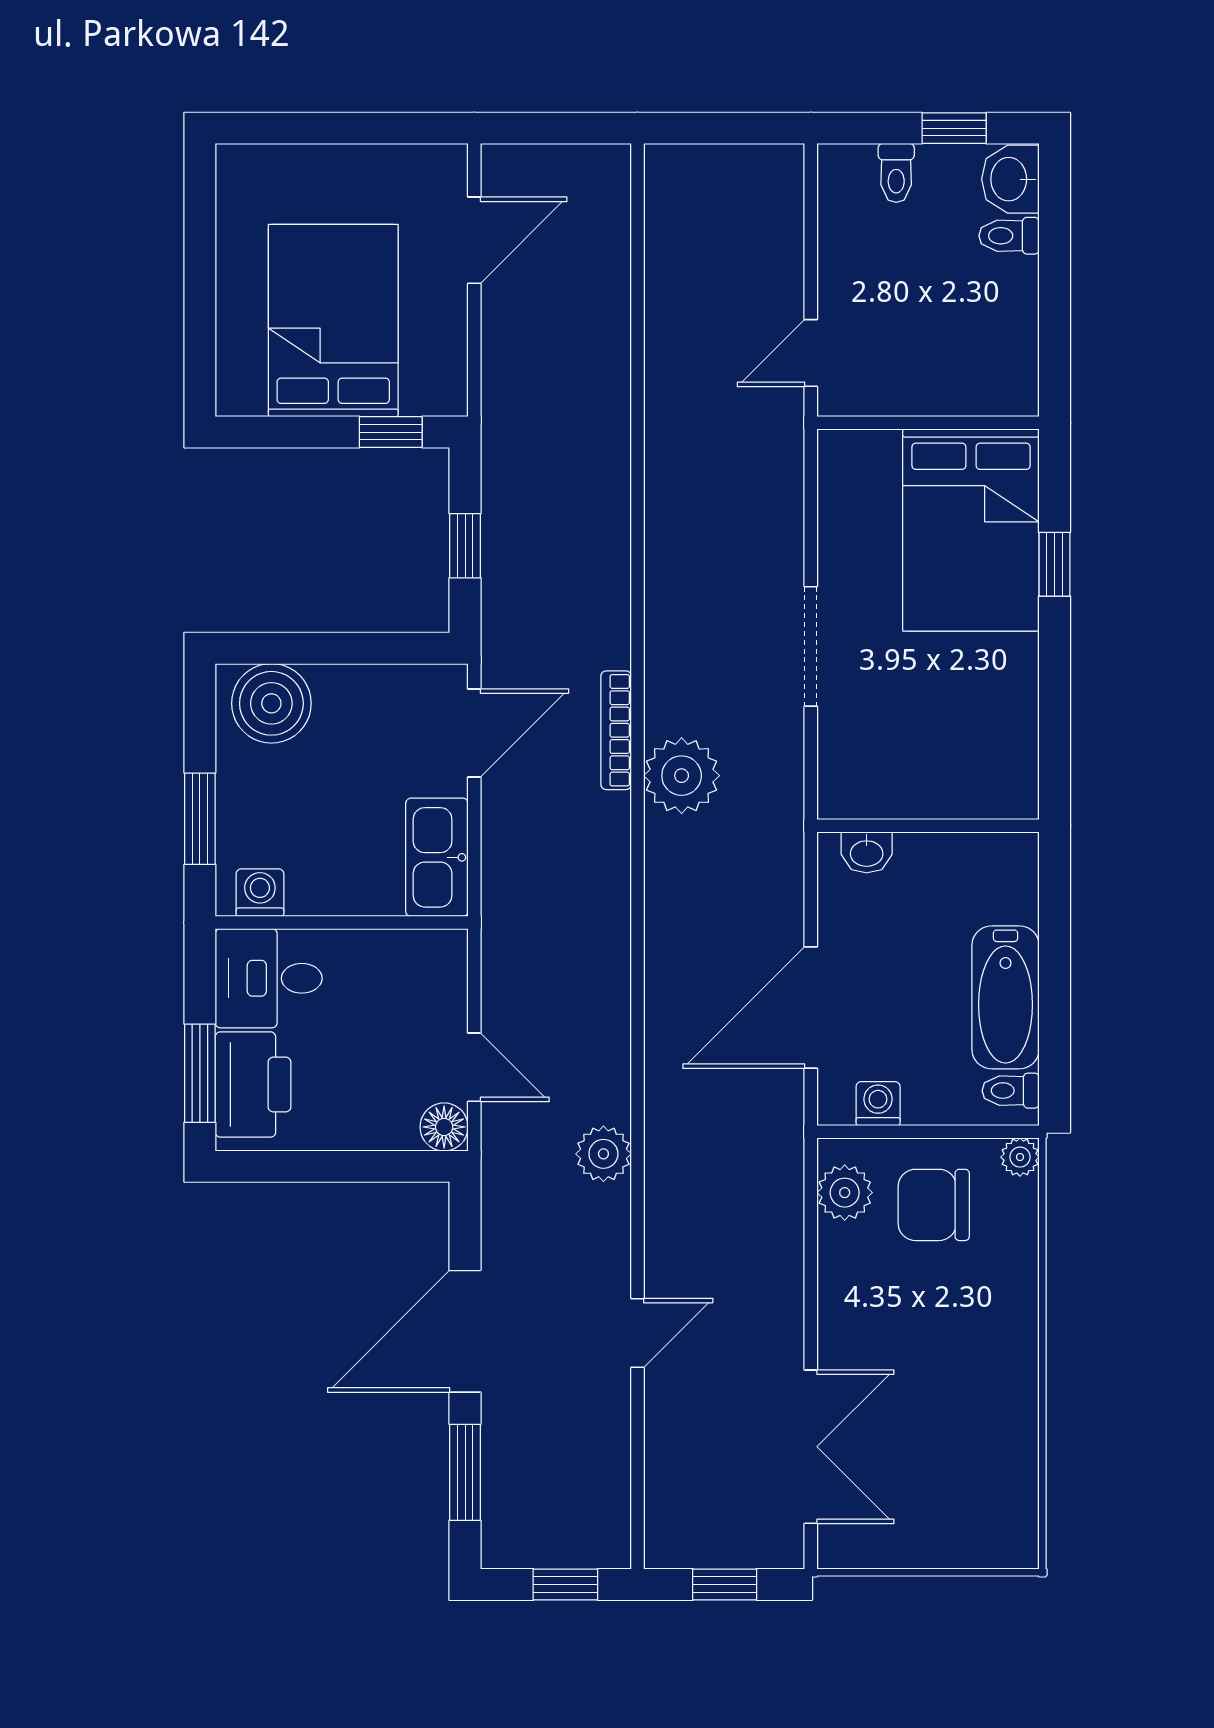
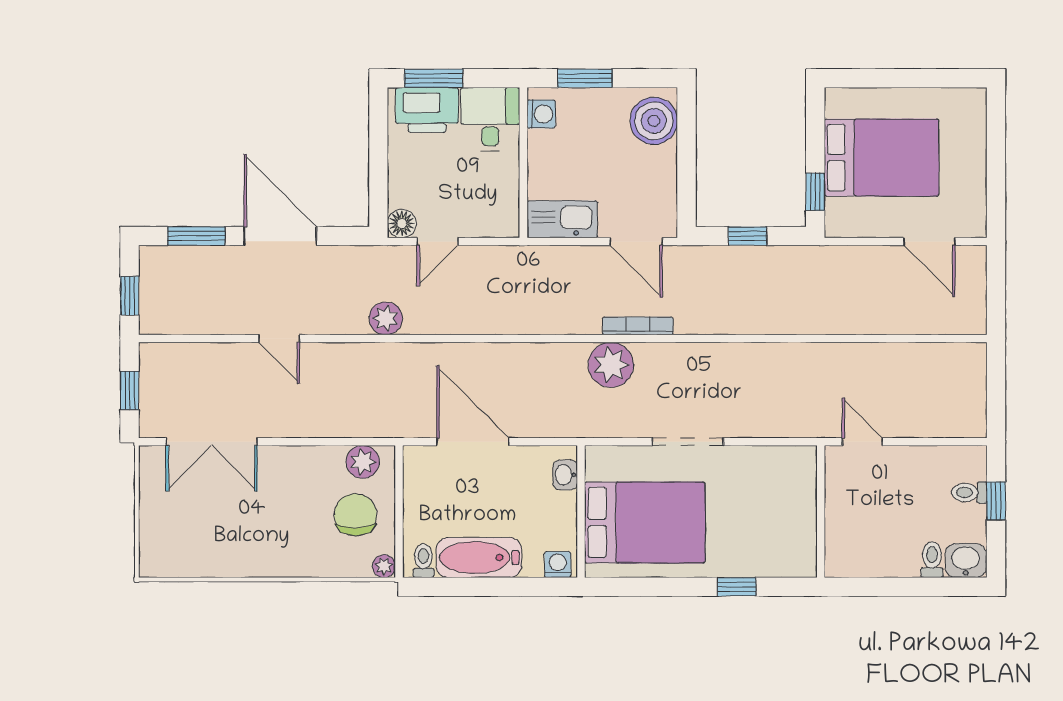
window: (954, 128) -> (996, 501), moved
bed: (971, 530) -> (645, 523), moved, turned 180
washing machine: (878, 1104) -> (558, 565), moved, turned -90

